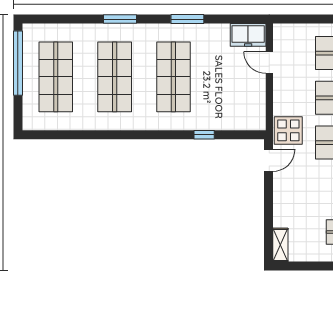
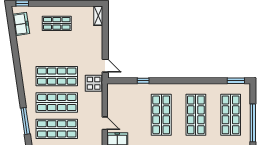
window: (47, 135) -> (236, 81), added
door: (268, 160) -> (105, 66), swing flipped

